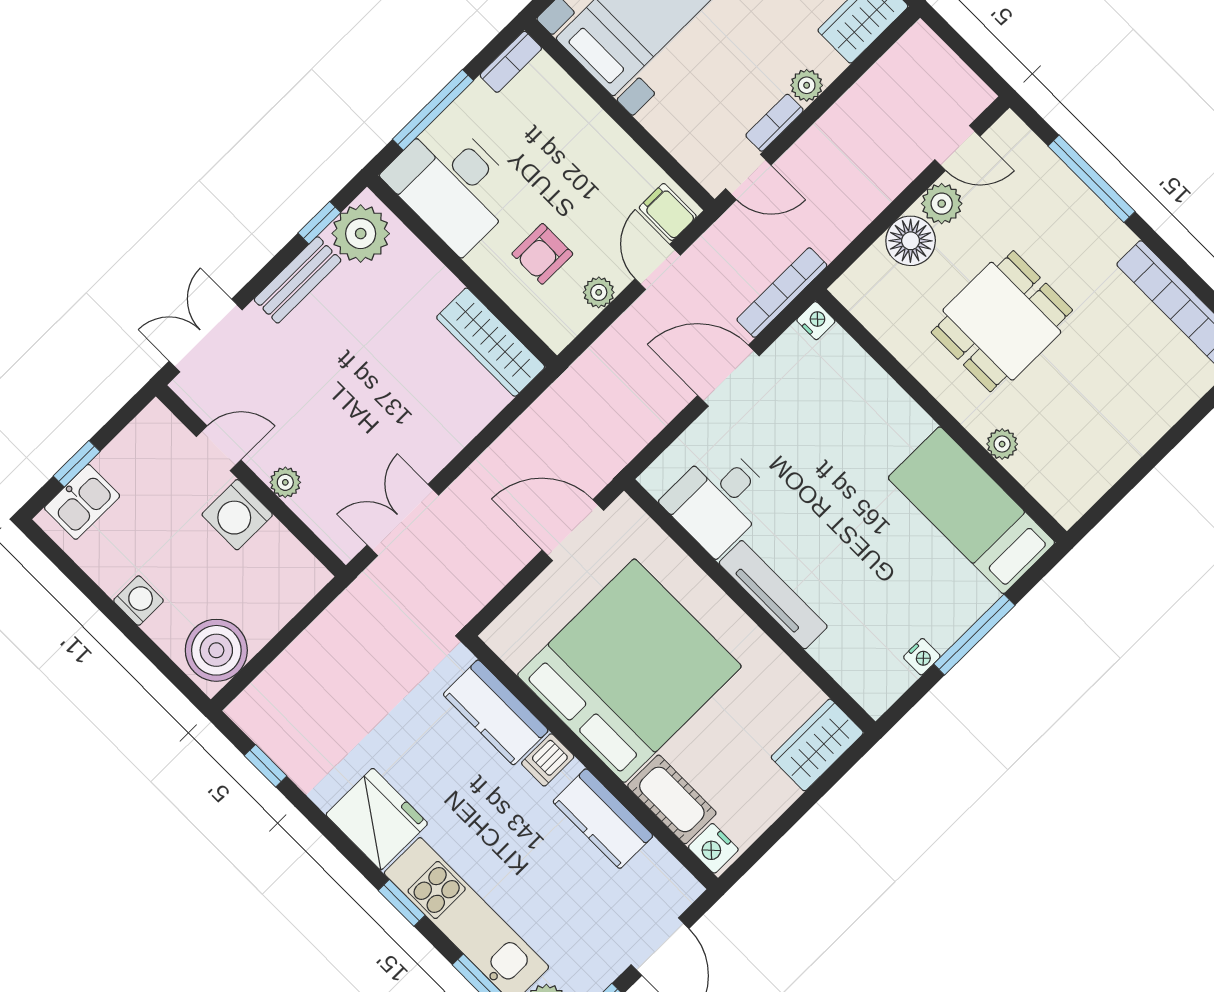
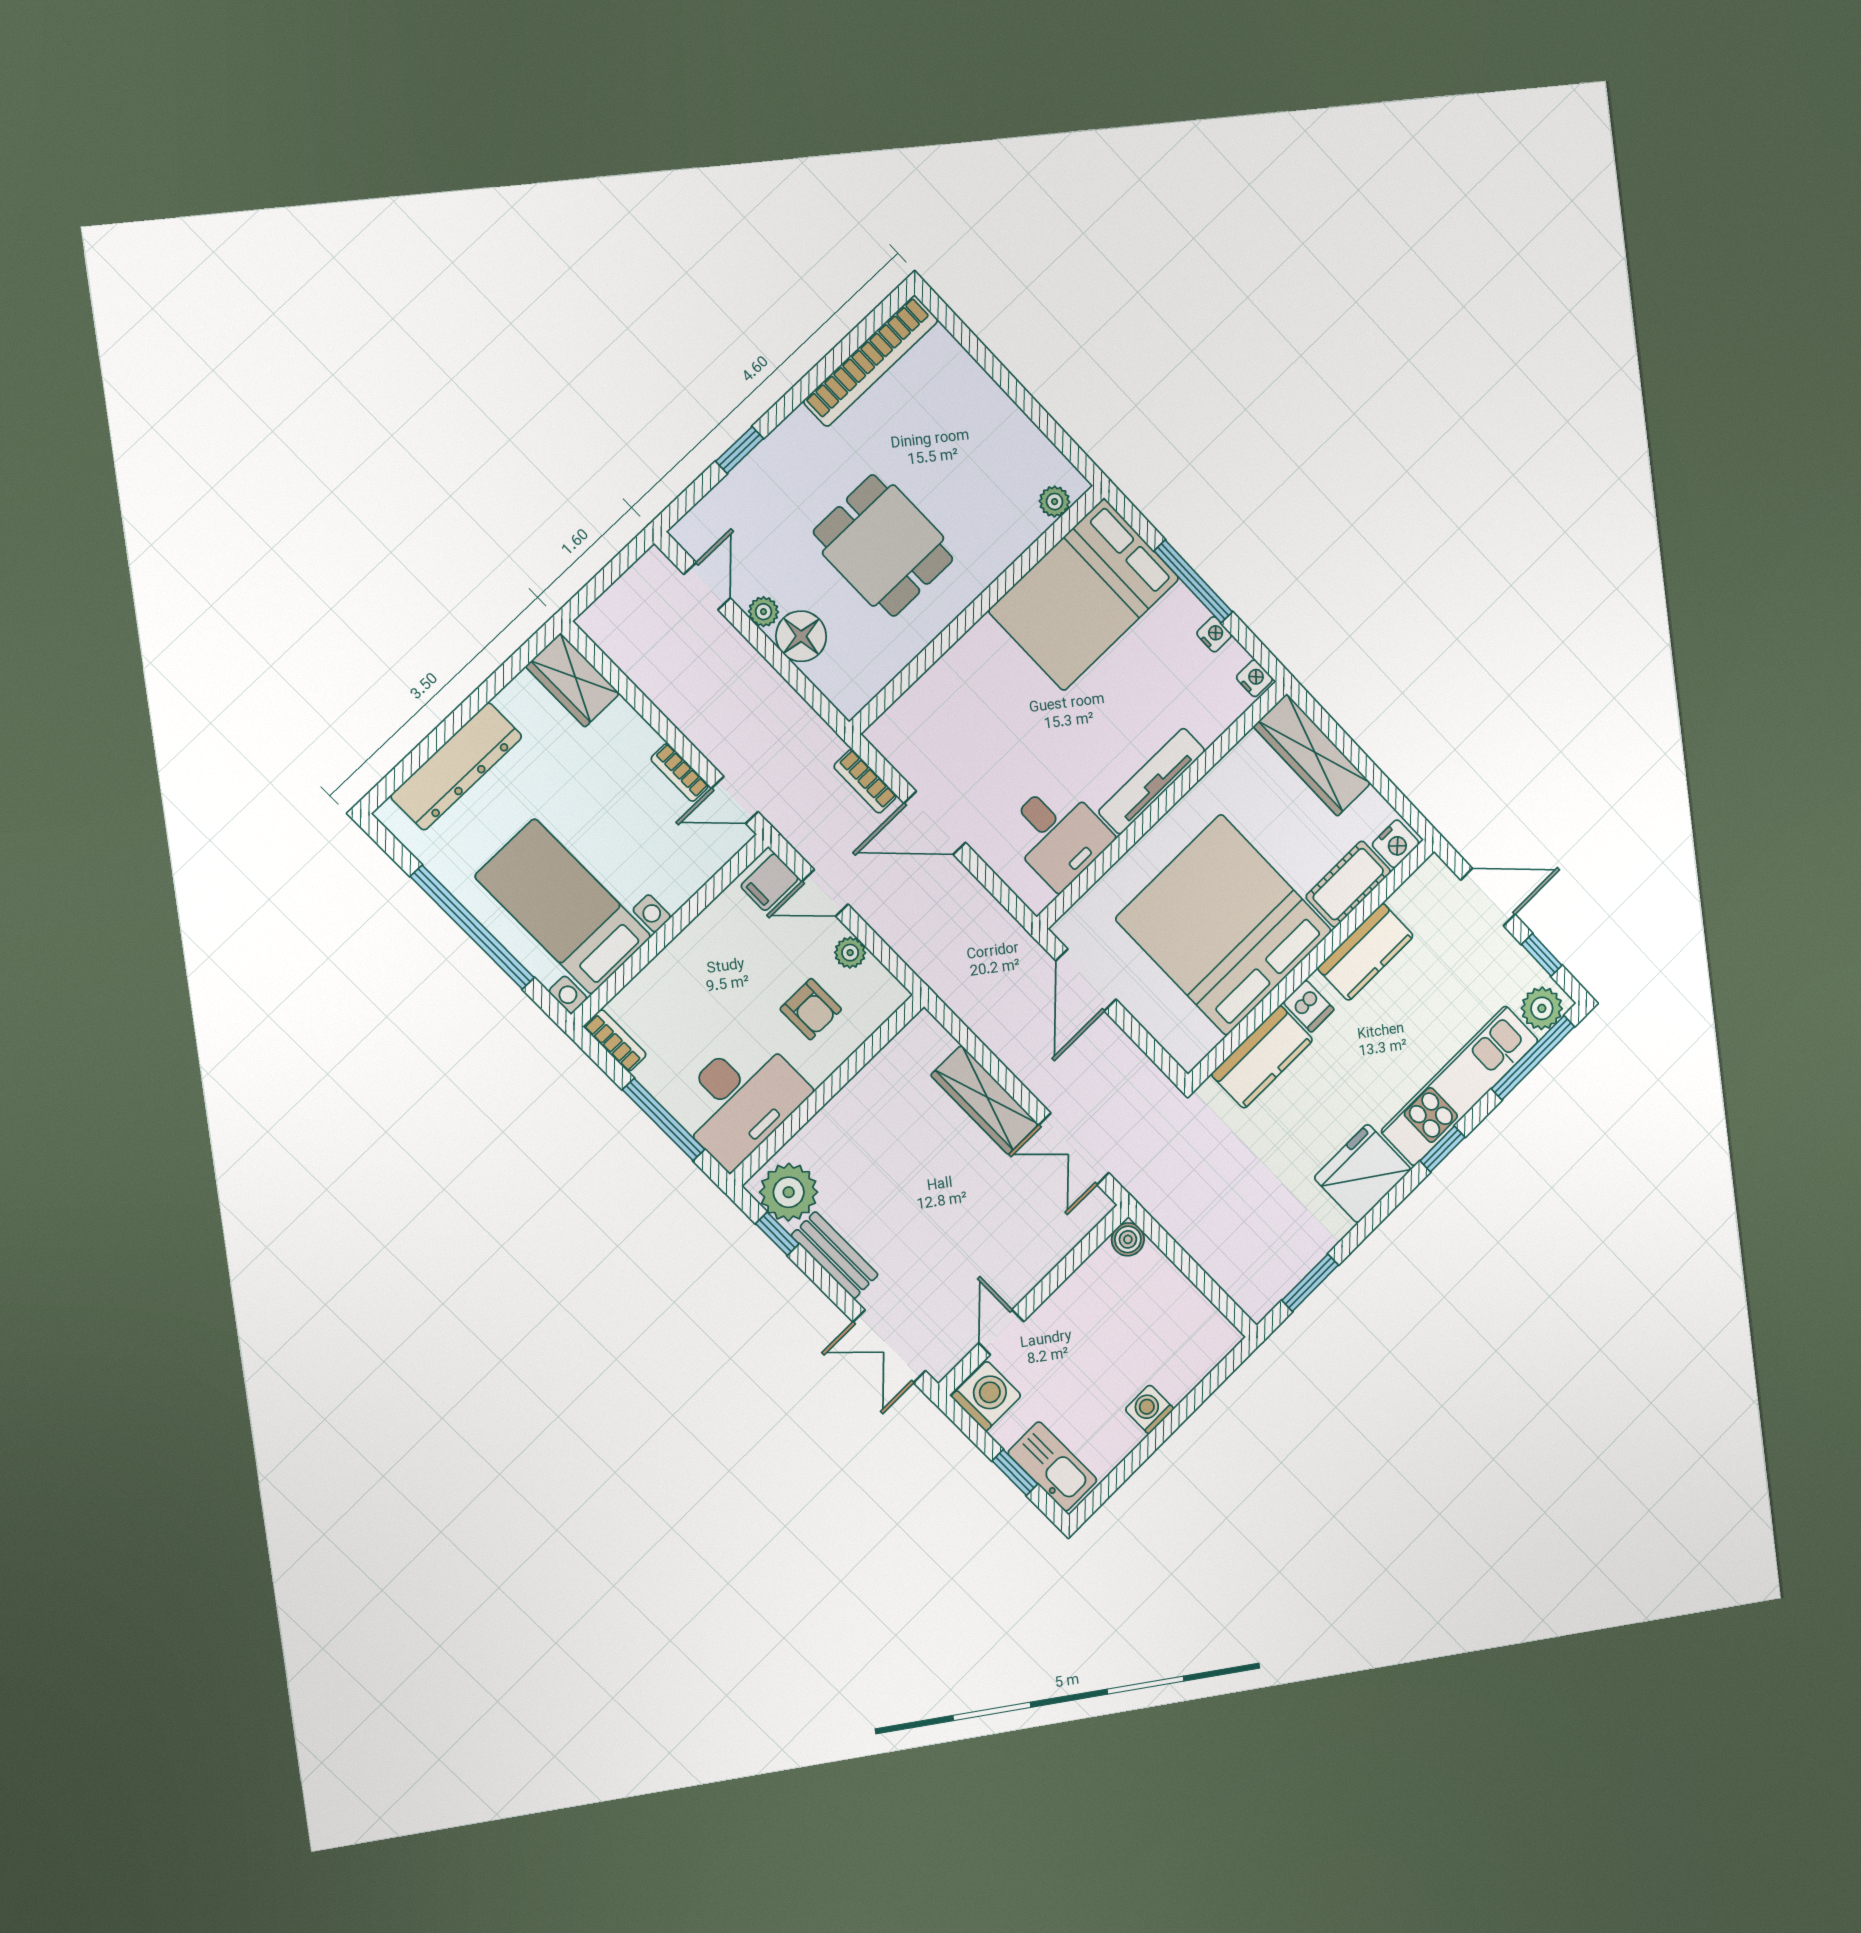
plant: (807, 85) -> (641, 739), removed
door: (748, 177) -> (735, 800), swing flipped
window: (1091, 179) -> (740, 450), width x0.46
plant: (942, 204) -> (764, 612), width x0.73, depth x0.73
bookcase: (782, 293) -> (865, 781), width x0.64
nightstand: (816, 321) -> (1254, 678), moved, turned 90
wardrobe: (491, 342) -> (985, 1100), moved, turned 90
door: (728, 376) -> (935, 823), hinge flipped
plant: (1002, 444) -> (1055, 502), moved
plant: (285, 482) -> (1036, 1266), removed
kitchen sink: (82, 502) -> (1052, 1466), width x1.38
bed: (972, 510) -> (1084, 595), width x1.50
washing machine: (237, 515) -> (986, 1396), moved, turned -90
boiler: (216, 650) -> (1128, 1239), moved, width x0.54, depth x0.54
wardrobe: (817, 745) -> (1312, 755), width x1.50
window: (266, 766) -> (1310, 1283), width x1.50

